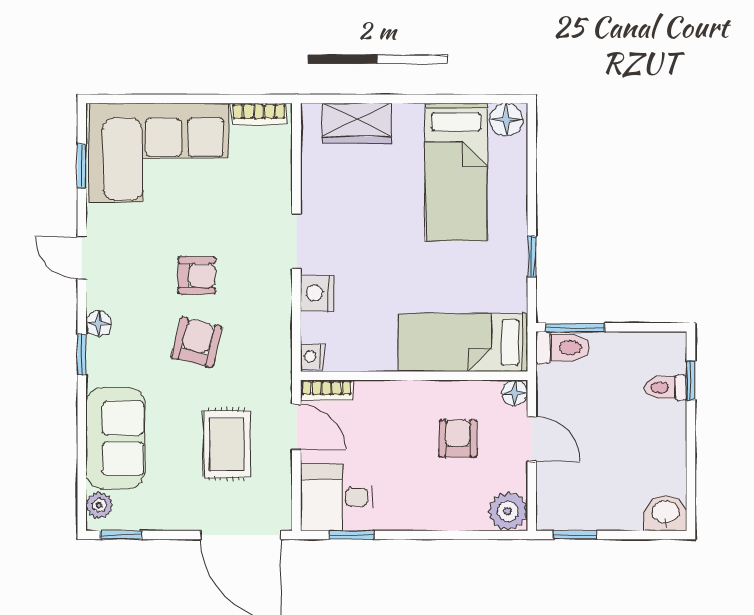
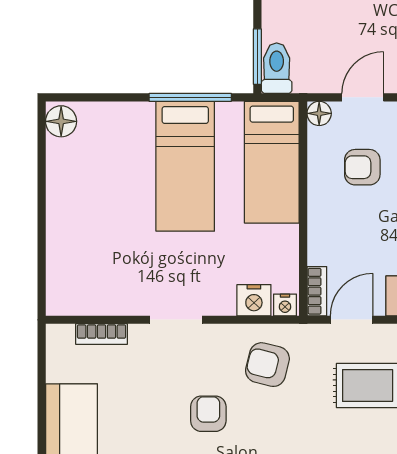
bookcase: (259, 114) -> (102, 334), moved, turned 90
wardrobe: (357, 123) -> (65, 263), removed
bed: (456, 172) -> (185, 166), moved, turned 90
window: (532, 256) -> (190, 97), width x2.17
nightstand: (317, 293) -> (254, 300), moved
armchair: (197, 342) -> (267, 365), moved

